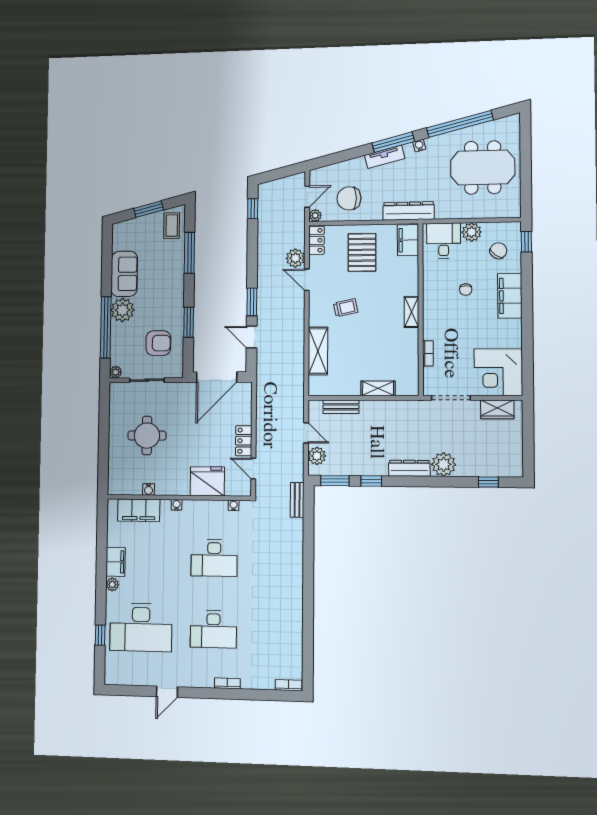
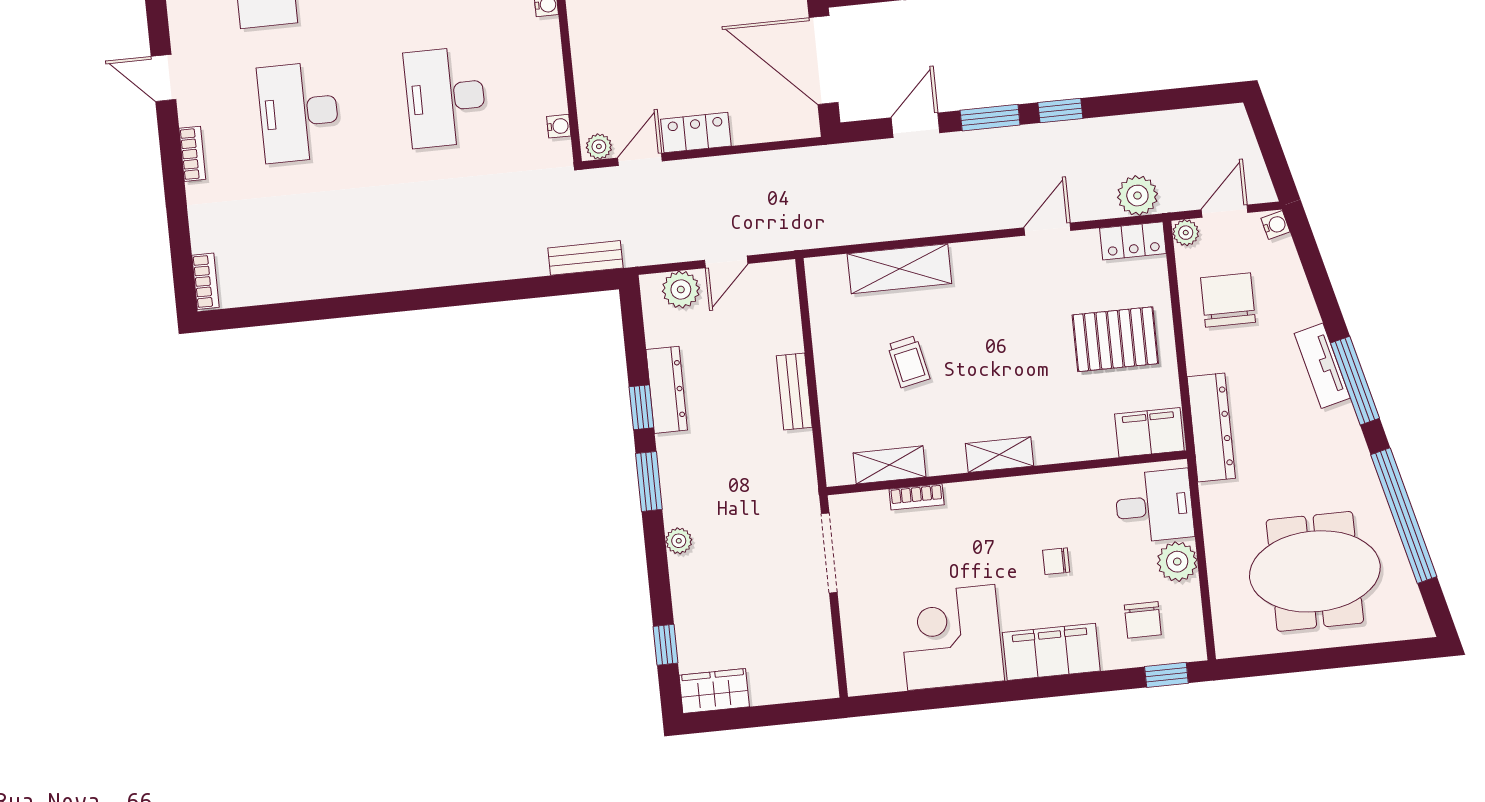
water cooler: (419, 145) -> (1275, 225), moved
meeting table: (483, 167) -> (1315, 571), turned 90
door: (307, 197) -> (1225, 211), swing flipped
window: (253, 209) -> (1060, 110), moved
chair: (498, 251) -> (1143, 620), turned 53
plant: (295, 258) -> (1137, 196), moved
trolley: (346, 308) -> (909, 362), moved
corner desk: (498, 372) -> (951, 637), moved
shelving: (378, 388) -> (890, 465), moved, turned 90
bench: (341, 407) -> (794, 391), moved
wardrobe: (497, 409) -> (714, 691), moved, turned 90
plant: (444, 464) -> (679, 541), width x0.53, depth x0.53
dresser: (409, 468) -> (667, 390), moved
fridge: (207, 481) -> (603, 65), removed
window: (335, 481) -> (649, 481), moved
plant: (245, 487) -> (599, 146), added
door: (167, 692) -> (163, 78), moved

